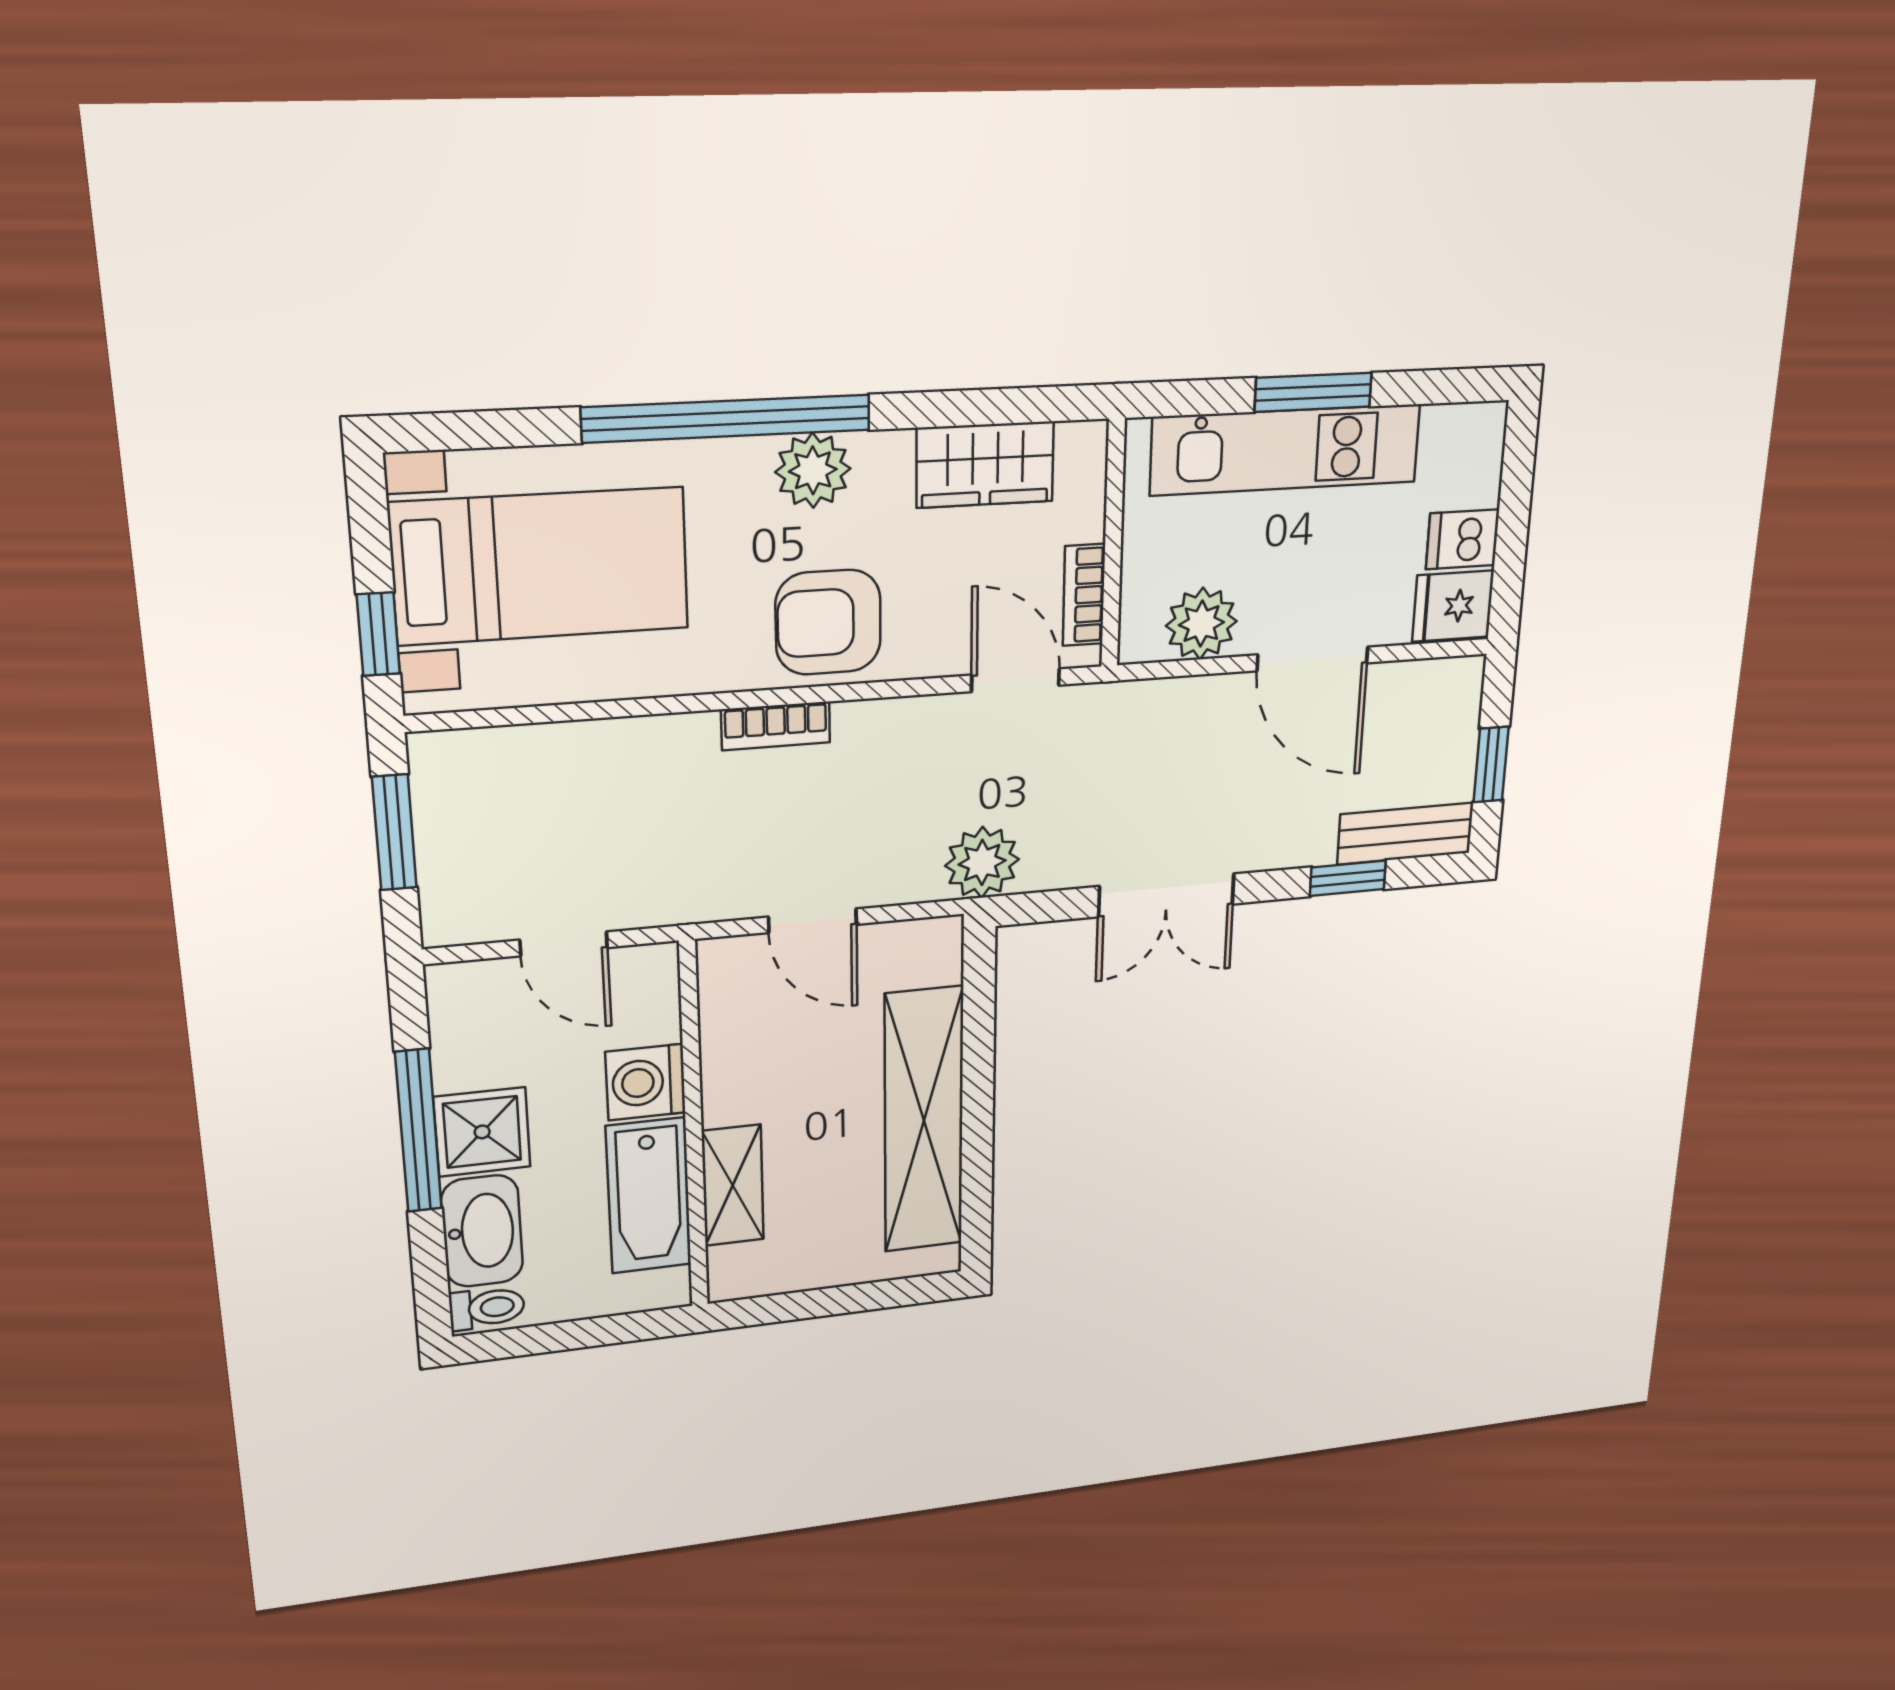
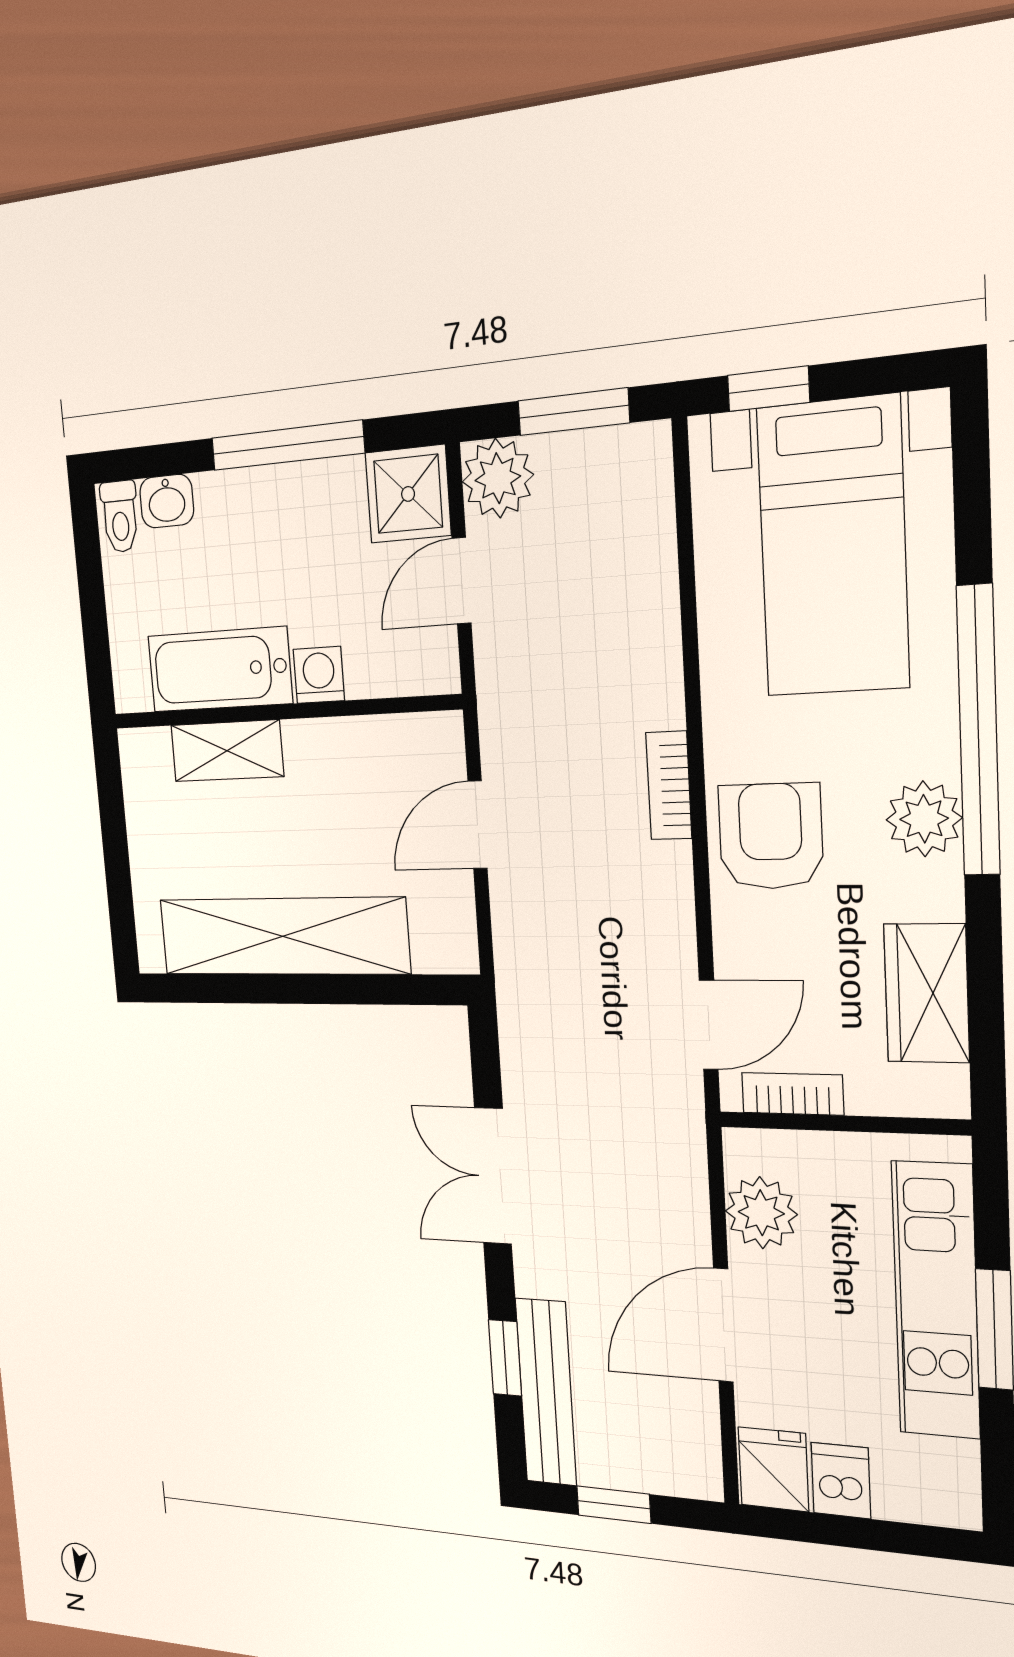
bench: (1405, 834) -> (546, 1392), width x1.36
plant: (982, 862) -> (498, 478), moved
washing machine: (646, 1082) -> (319, 675), width x0.73, depth x0.73
shower: (482, 1132) -> (408, 494), moved
washbasin: (482, 1231) -> (167, 501), width x0.52, depth x0.69

